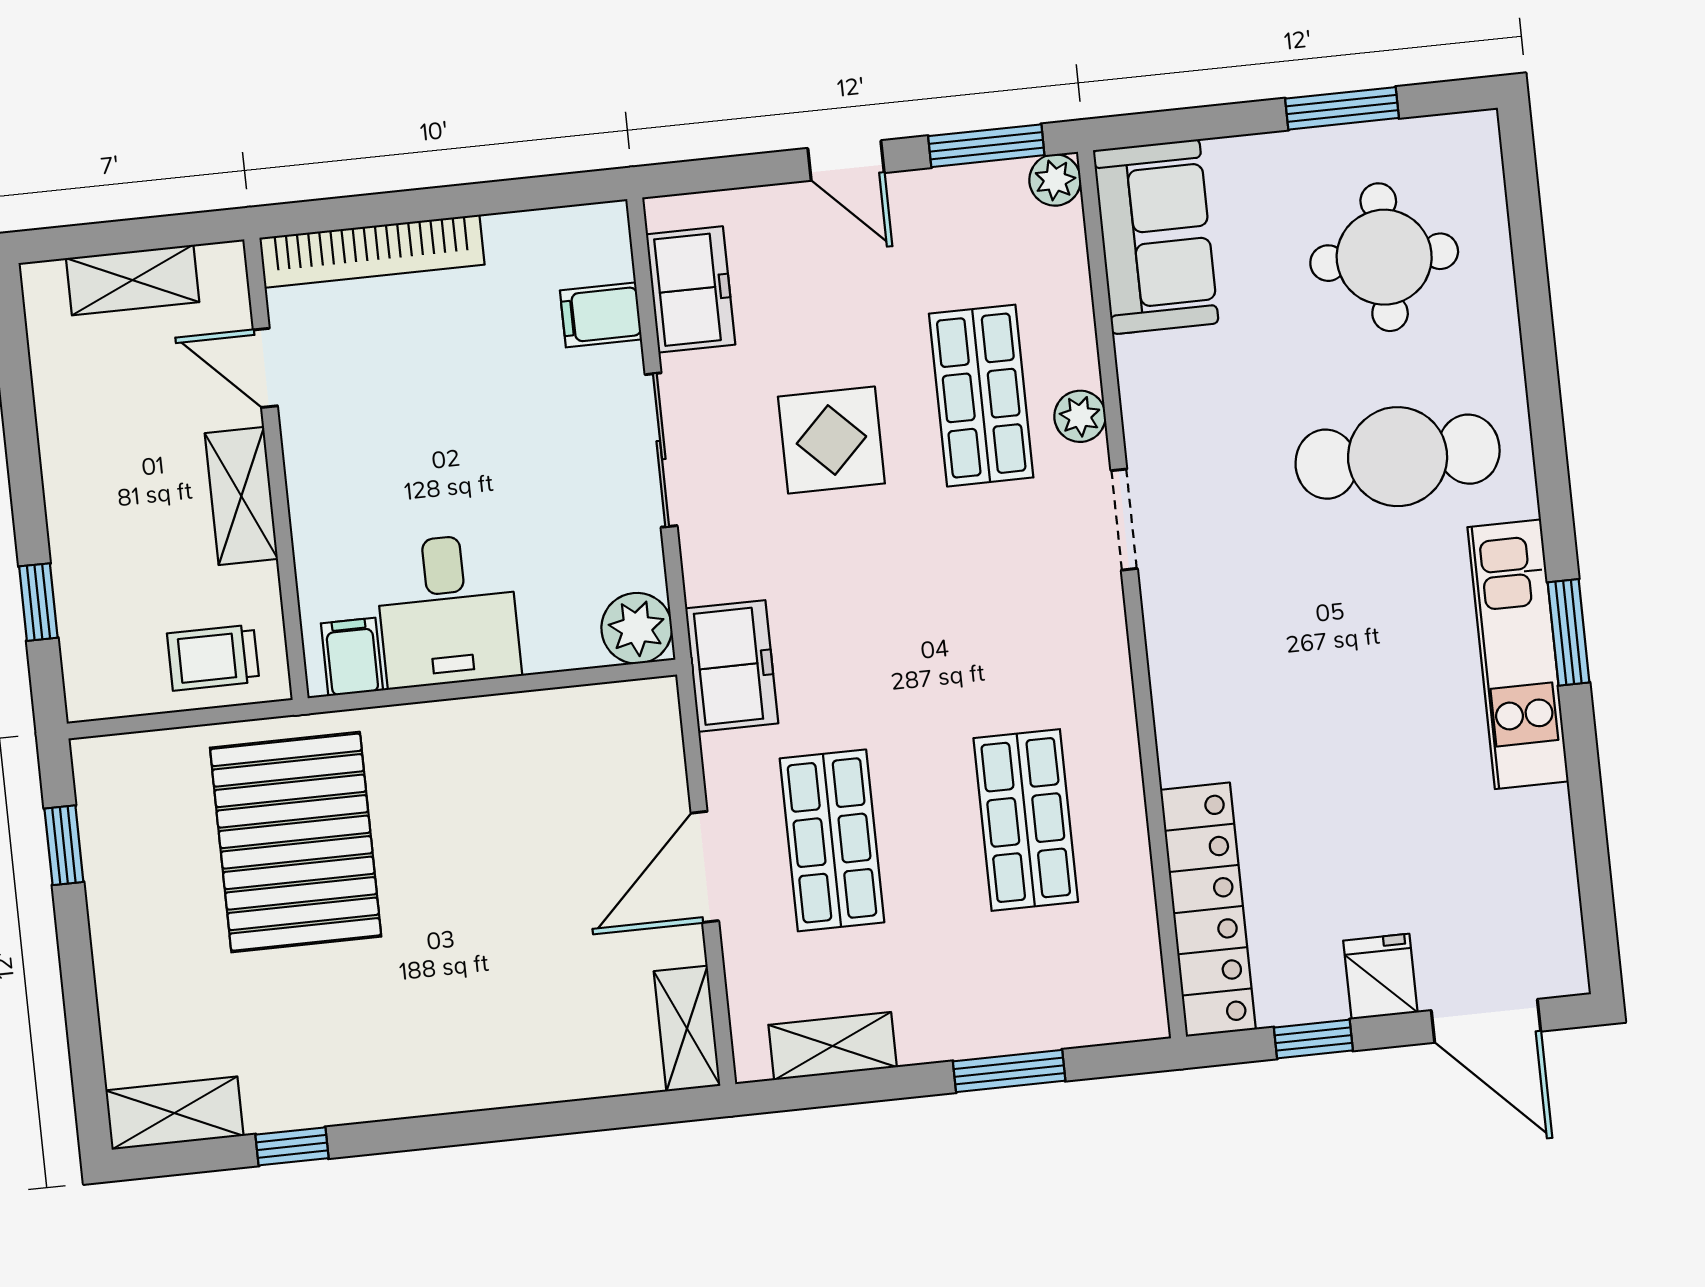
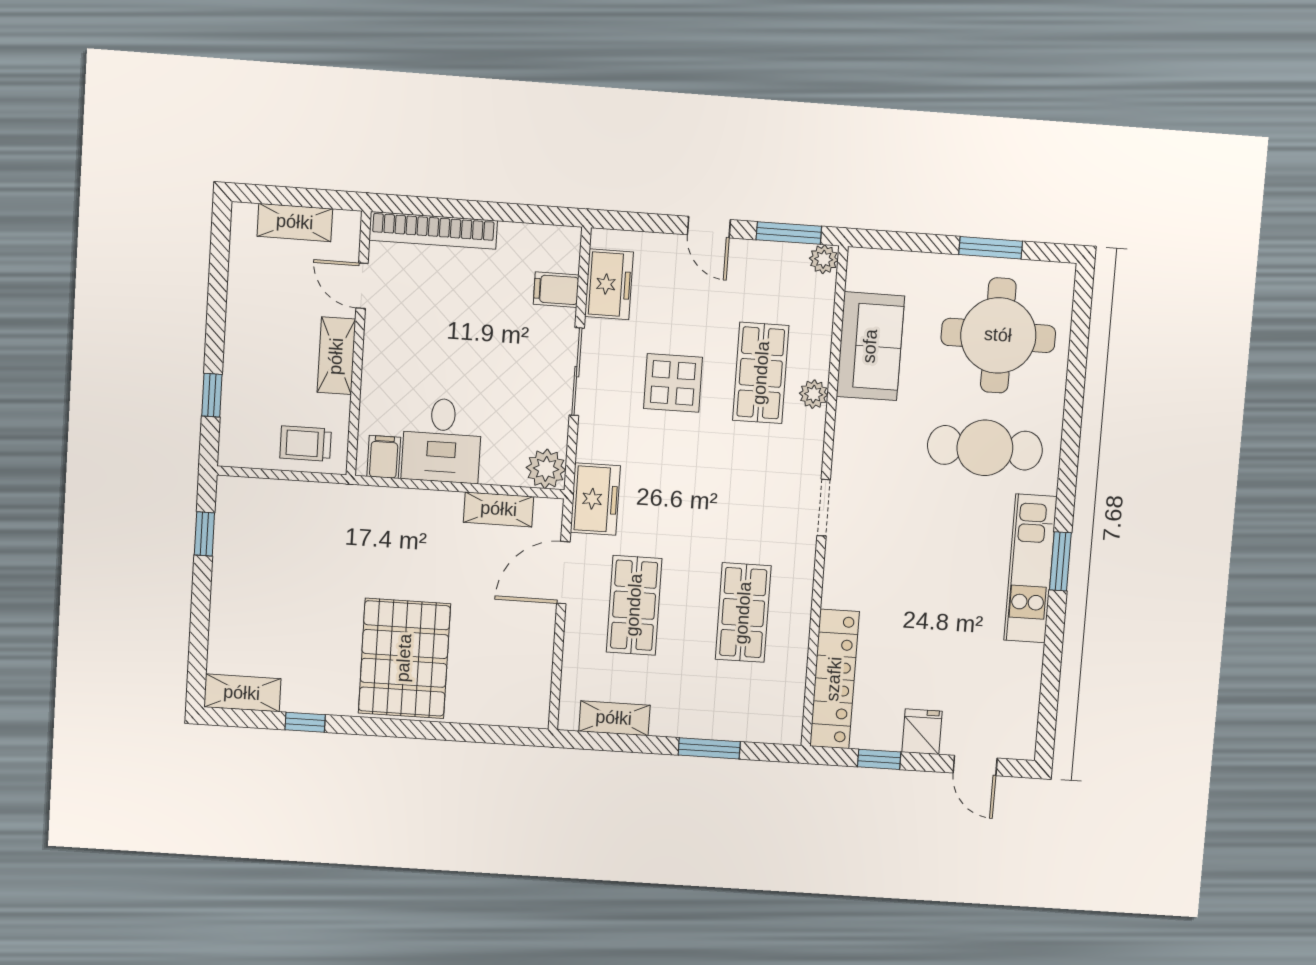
sofa: (1156, 237) -> (870, 346), moved
round table: (1384, 257) -> (998, 335), width x1.36, depth x1.36
doorway: (1124, 520) -> (824, 508), moved
pallet: (296, 842) -> (404, 658), moved
door: (705, 867) -> (563, 573), moved
door: (1486, 1021) -> (975, 766), width x0.73
shelving: (687, 1028) -> (499, 509), moved, turned 90

